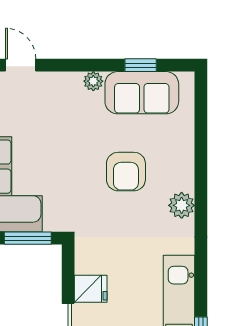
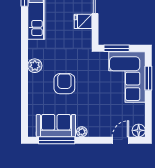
door: (21, 65) -> (120, 140), swing flipped
window: (141, 65) -> (57, 140), width x2.17

